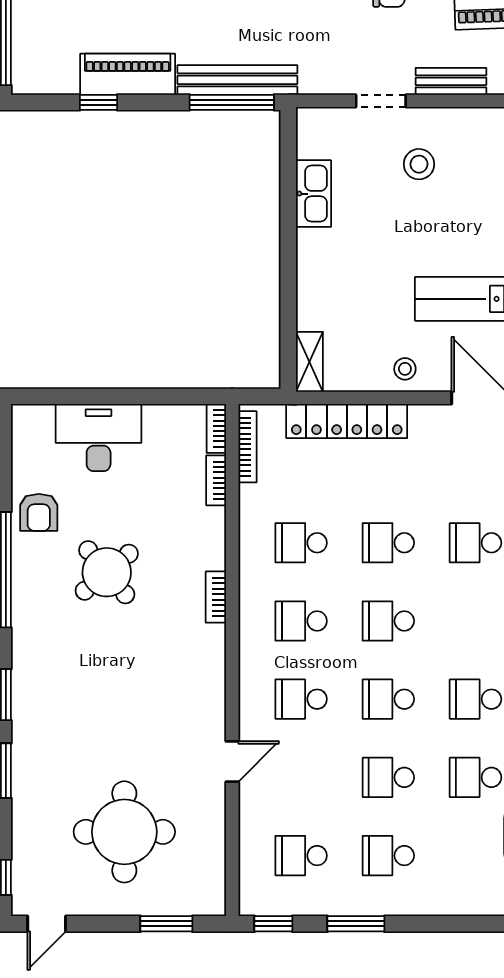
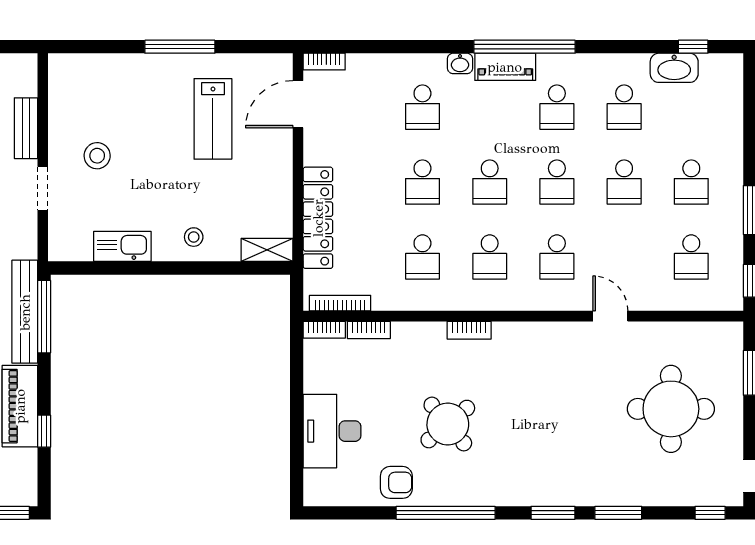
stool: (405, 369) -> (194, 237), moved

